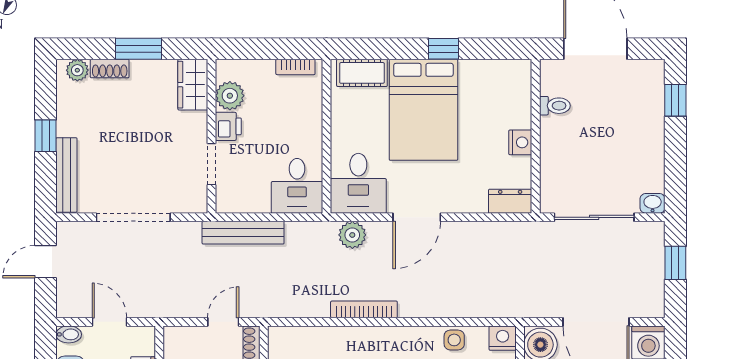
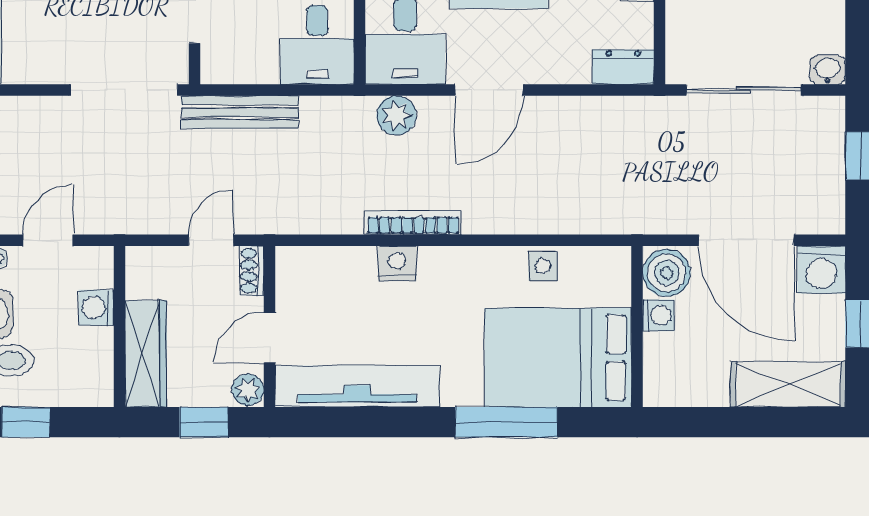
doorway: (133, 217) -> (124, 90), moved
door: (109, 322) -> (48, 240), hinge flipped
nightstand: (503, 338) -> (397, 263), moved

